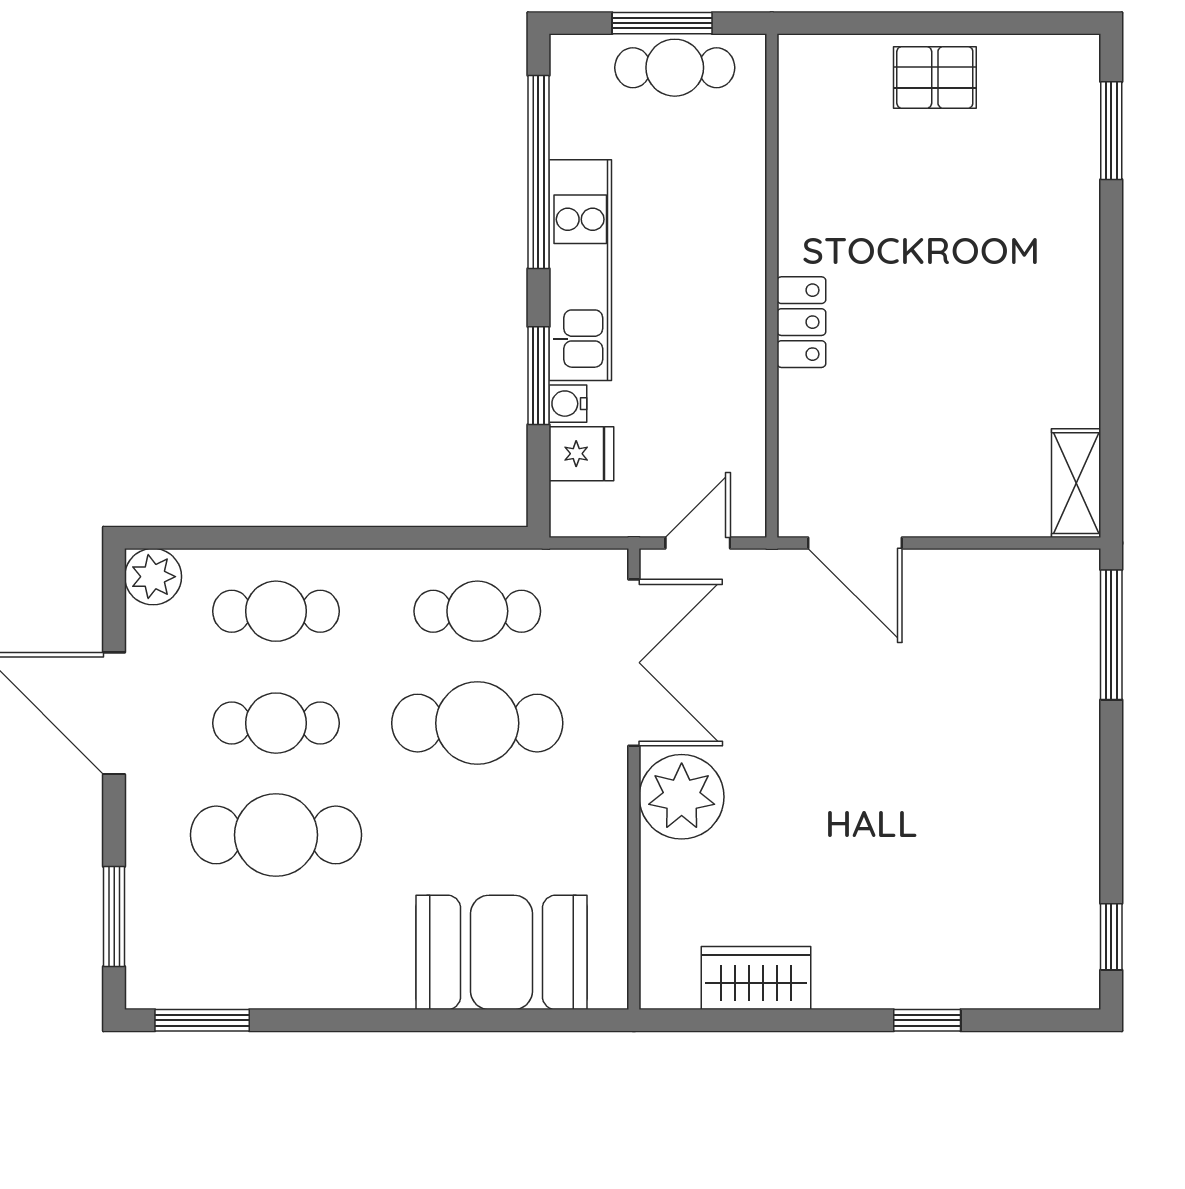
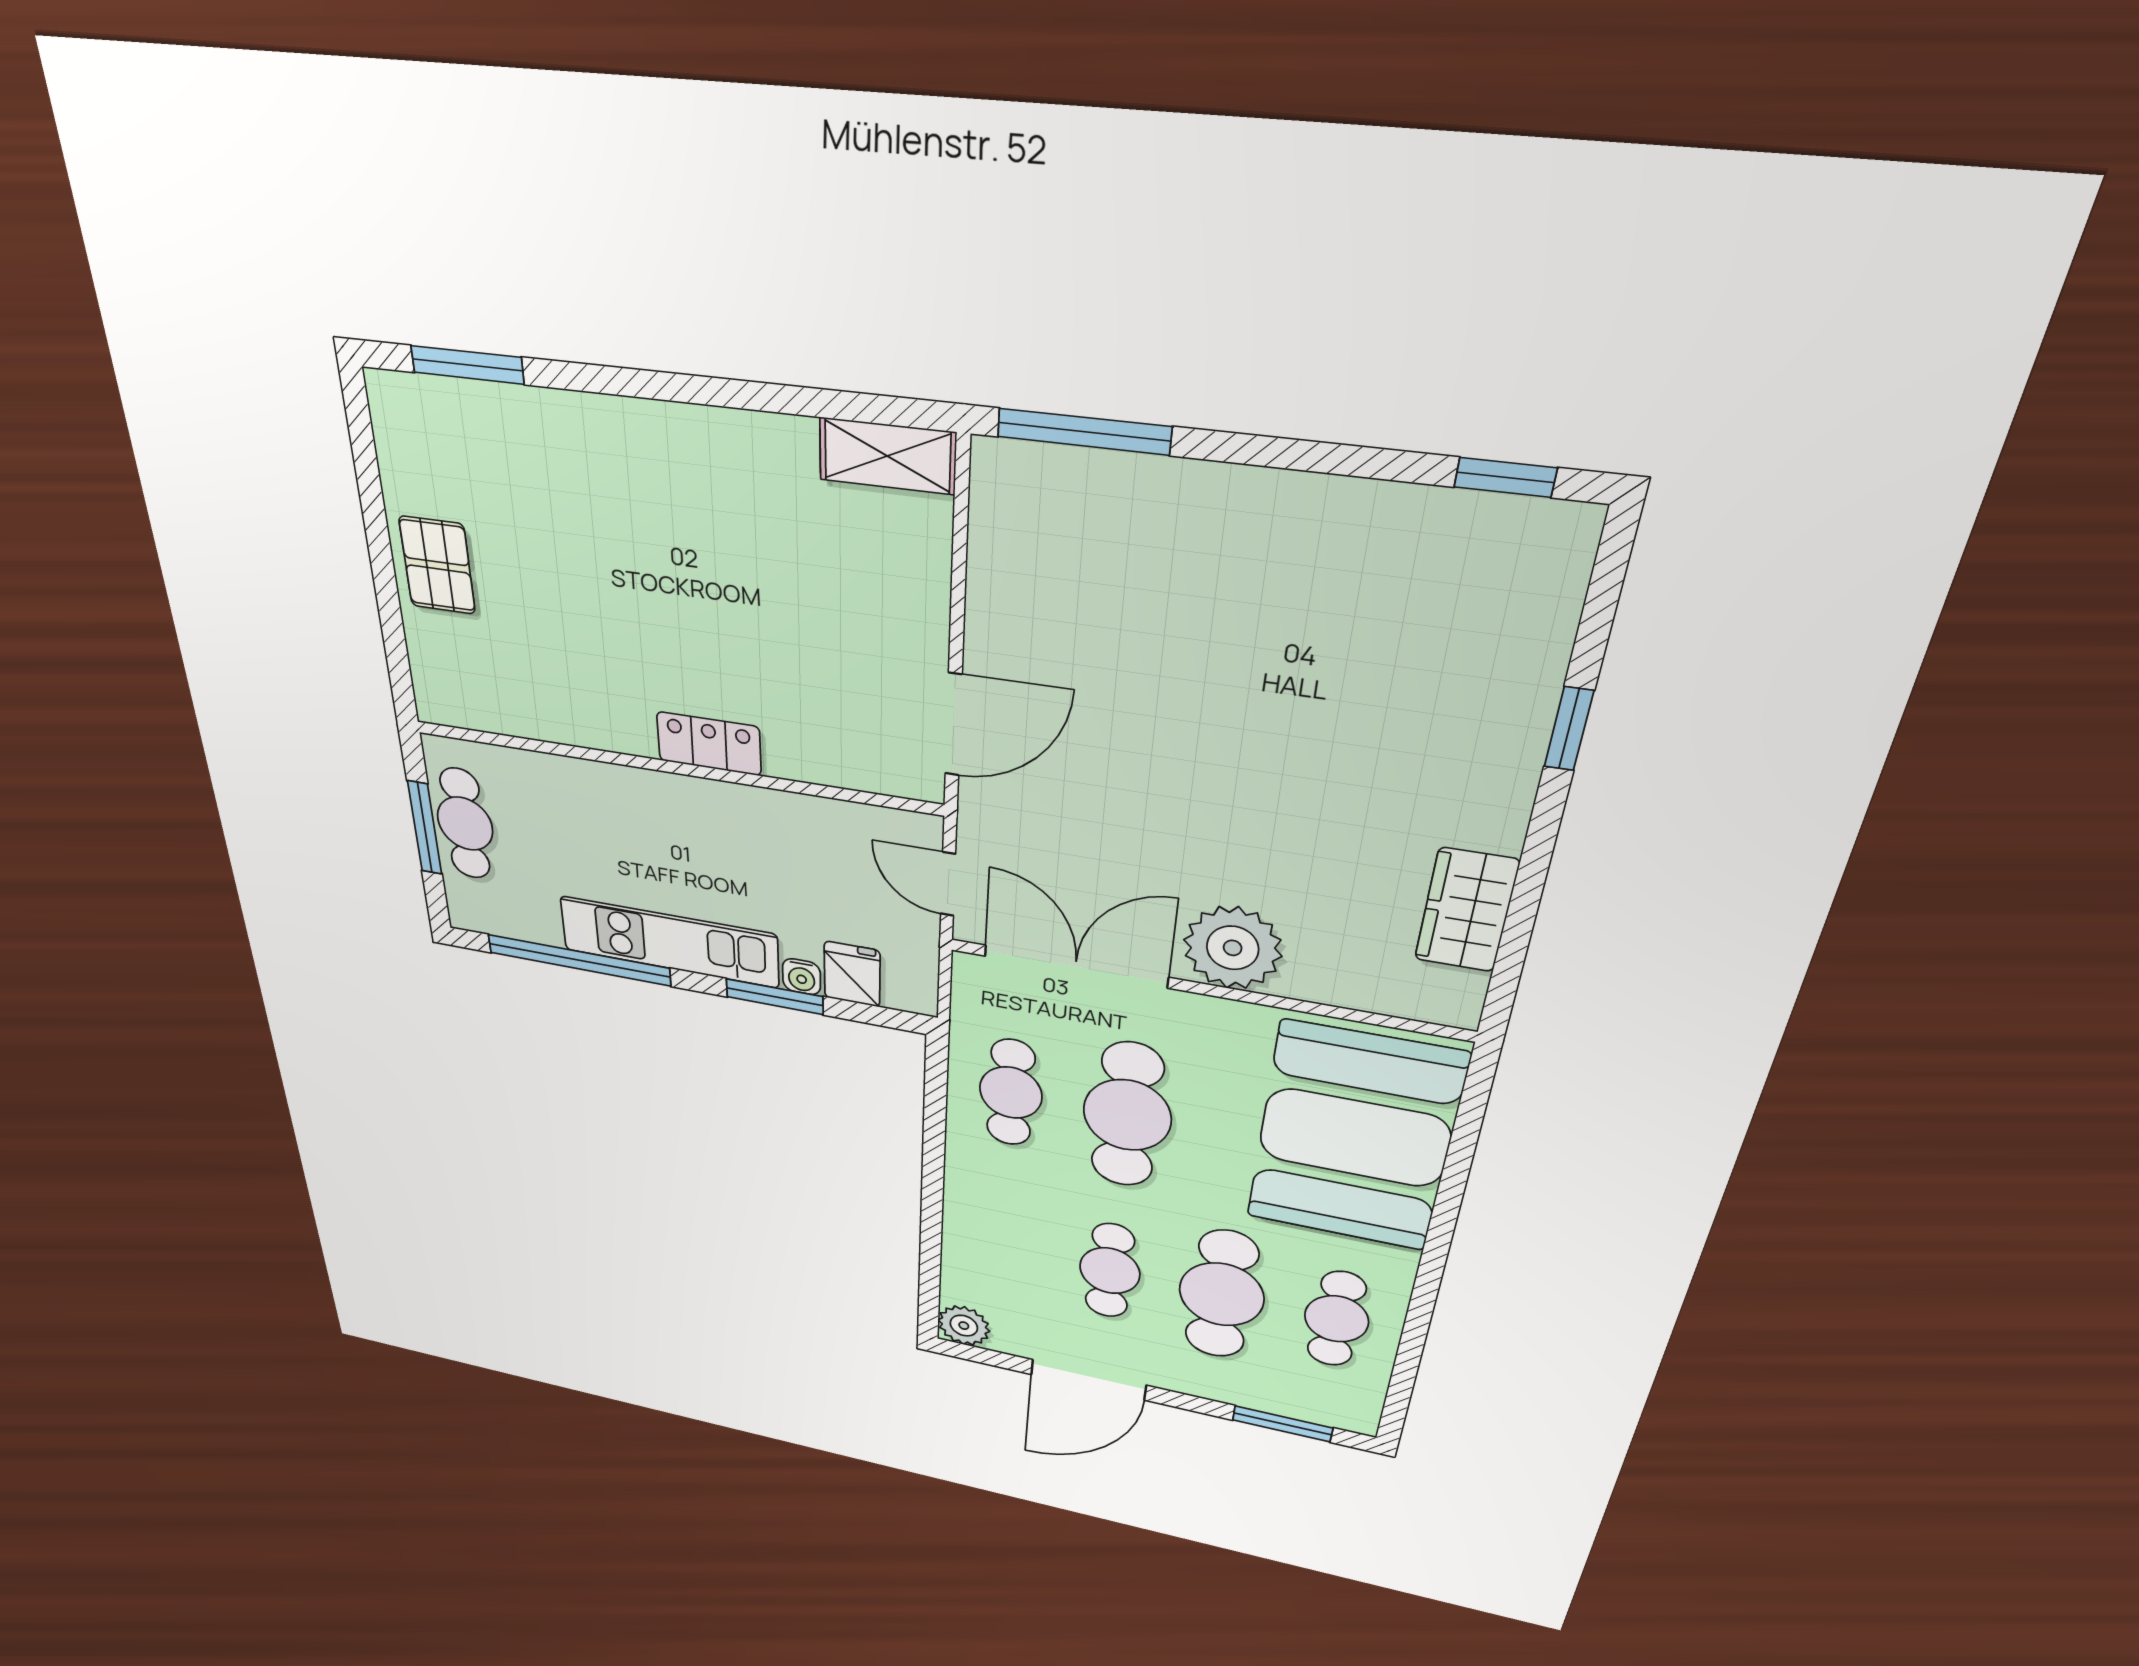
cafe table: (276, 611) -> (1337, 1319), moved
booth: (501, 952) -> (1354, 1138), width x1.36, depth x1.42
window: (202, 1020) -> (1401, 1388), removed

